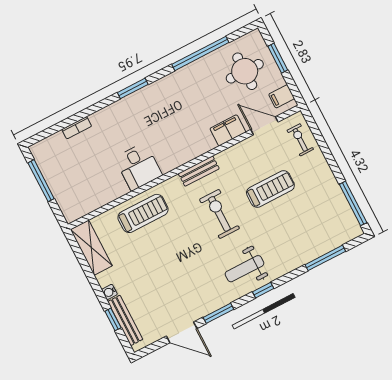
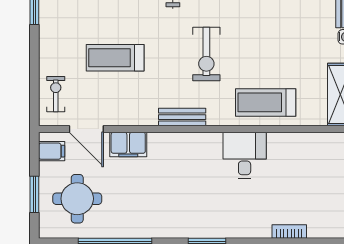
exercise bike: (300, 140) -> (56, 94), turned 180
exercise bike: (219, 214) -> (206, 54), moved

